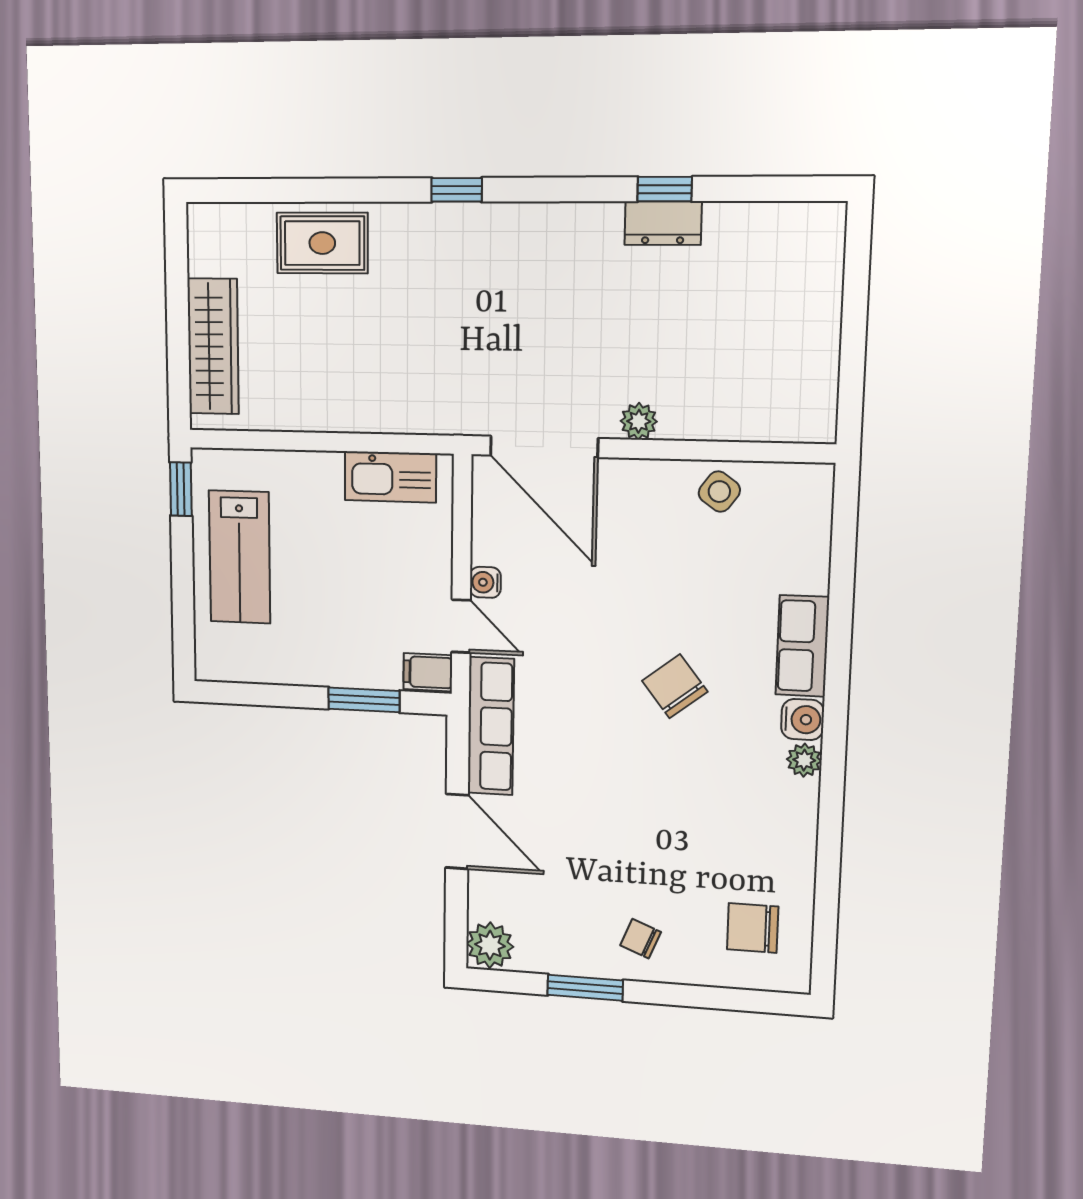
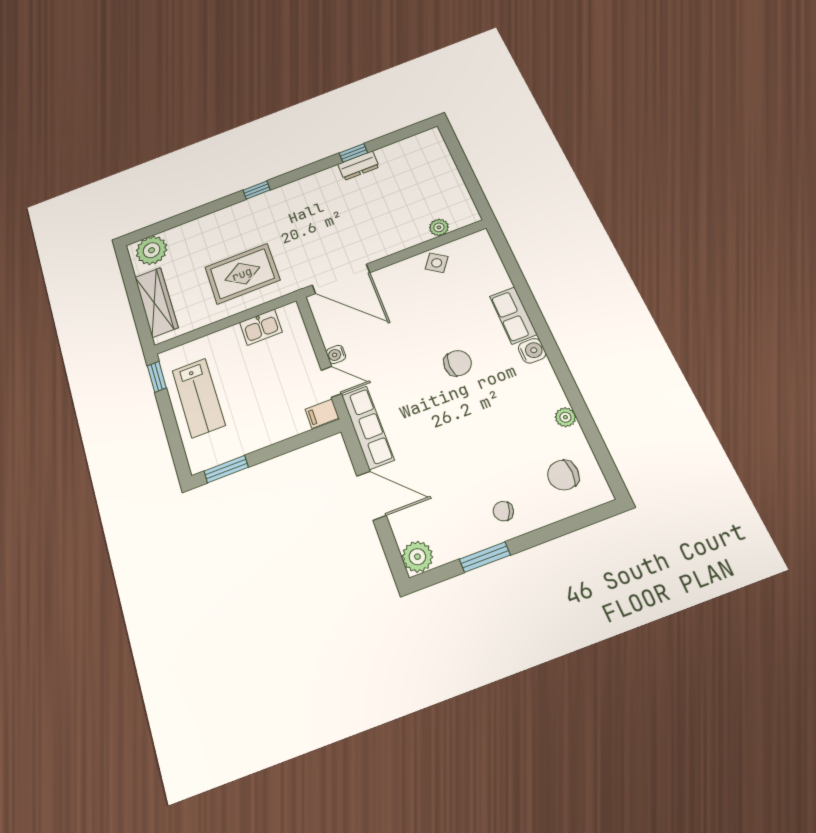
plant: (230, 234) -> (152, 250), added
rug: (322, 243) -> (242, 274), moved, width x1.36, depth x1.43
plant: (639, 421) -> (439, 227), moved
kitchen sink: (390, 477) -> (261, 327), width x0.73
chair: (675, 686) -> (458, 363), turned 128
window: (364, 700) -> (226, 469), moved
plant: (804, 760) -> (565, 417), moved

